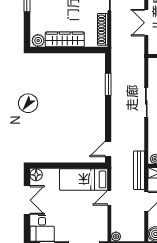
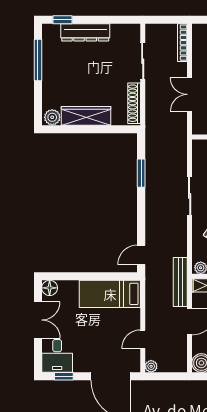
door: (109, 198) -> (143, 339), moved

